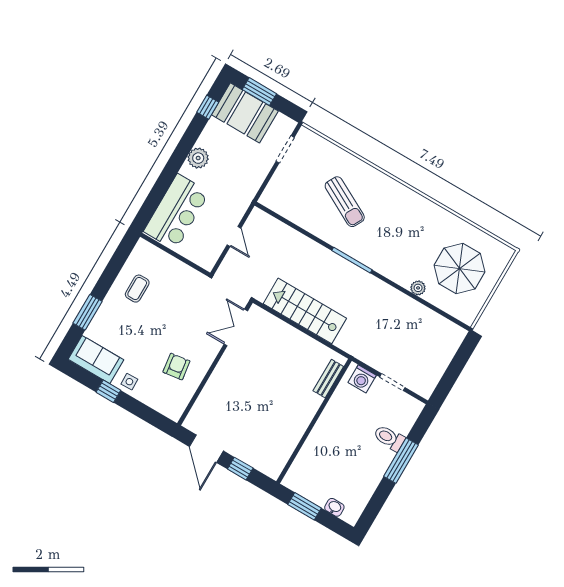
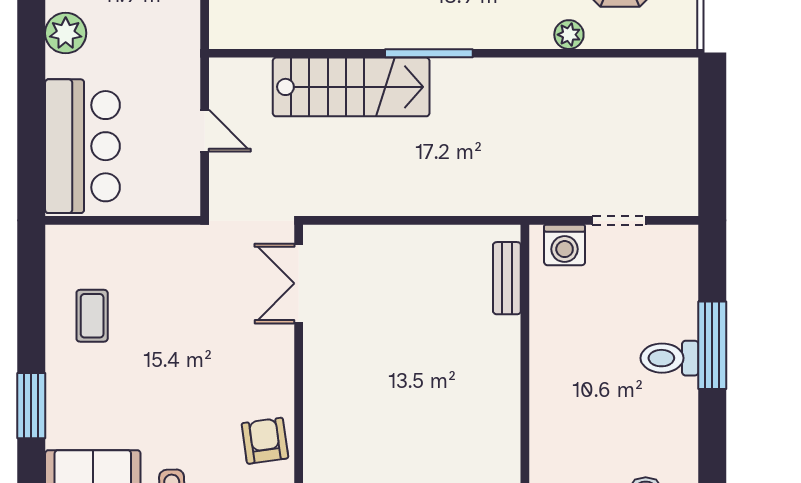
stairs: (305, 311) -> (351, 87), moved, turned 180
armchair: (176, 367) -> (265, 441), moved
toilet: (389, 438) -> (669, 358), moved

